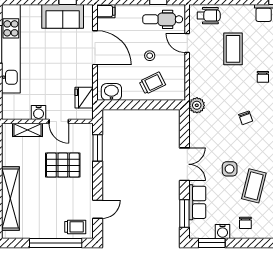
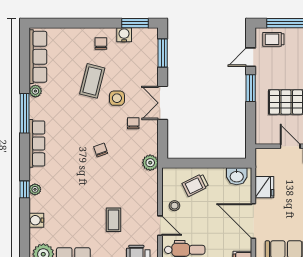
coffee table: (233, 49) -> (113, 220), width x0.73, depth x0.77
stool: (150, 56) -> (175, 206), moved
chair: (263, 77) -> (133, 123), moved
fridge: (84, 98) -> (264, 187), moved
window: (98, 148) -> (251, 88), moved
row of seats: (197, 202) -> (150, 64), removed

